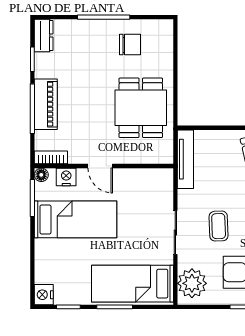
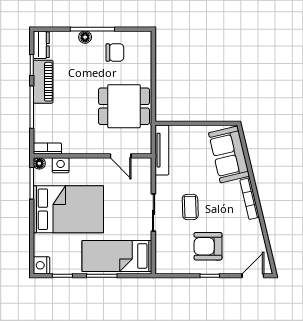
floor lamp: (95, 26) -> (85, 37), added
piano: (46, 104) -> (43, 82), moved
dining table: (141, 108) -> (124, 106), turned 90
door: (100, 166) -> (121, 156), moved
bed: (75, 219) -> (68, 209), width x1.50
plant: (192, 283) -> (168, 256), removed

